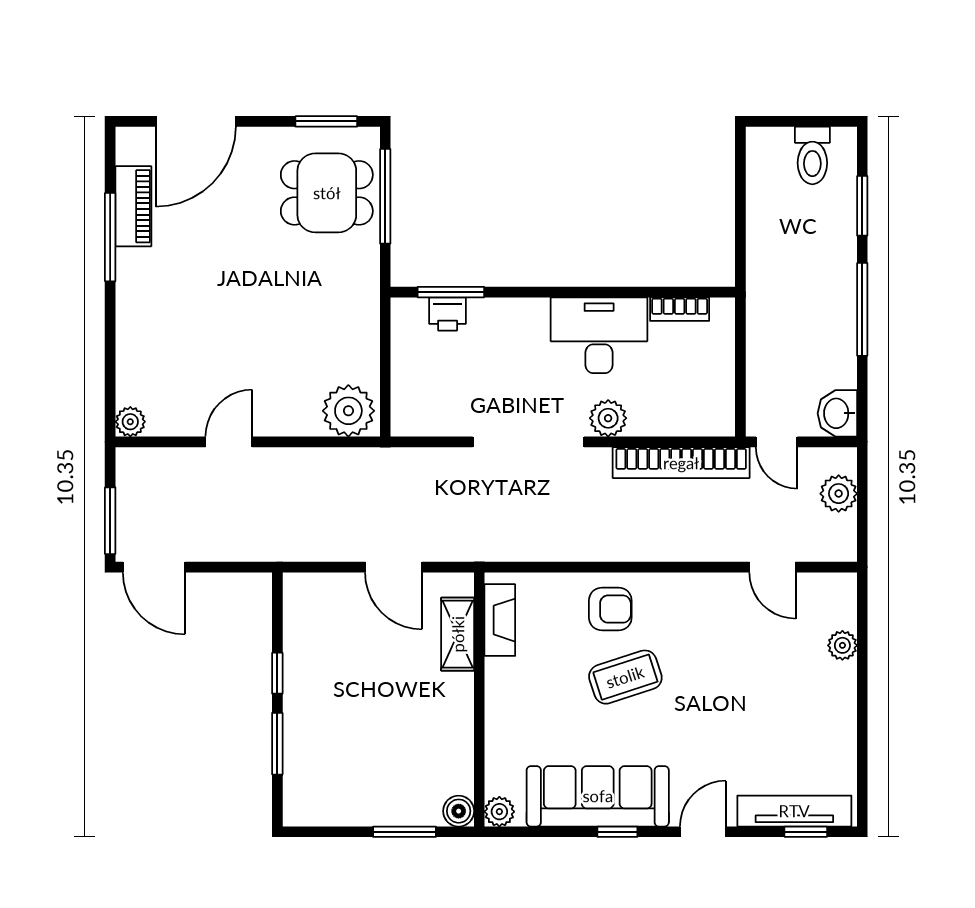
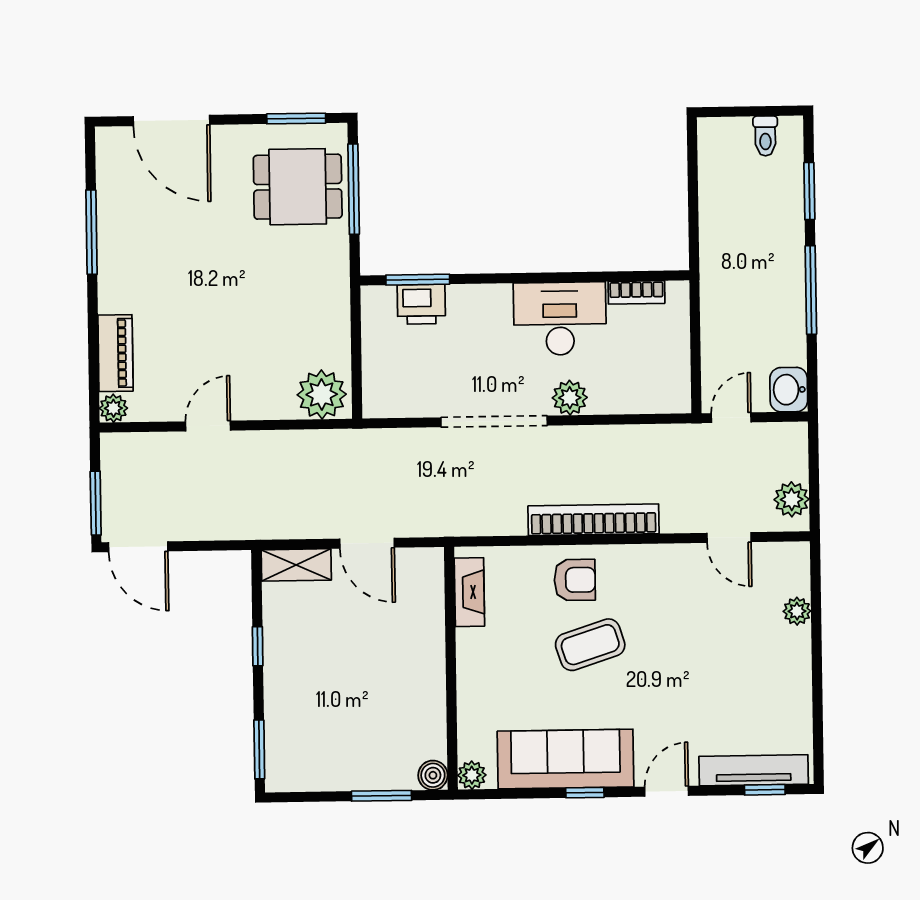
door: (196, 121) -> (171, 120), hinge flipped
toilet: (812, 155) -> (765, 136), width x0.73, depth x0.72
piano: (133, 206) -> (115, 353), moved
printer: (448, 314) -> (421, 304), width x1.36, depth x1.24
door: (777, 442) -> (731, 418), swing flipped
bookcase: (681, 463) -> (594, 520), moved, turned 180
plant: (839, 494) -> (792, 499), moved
shelving: (458, 634) -> (296, 565), moved, turned 90
window: (277, 744) -> (259, 749), moved

